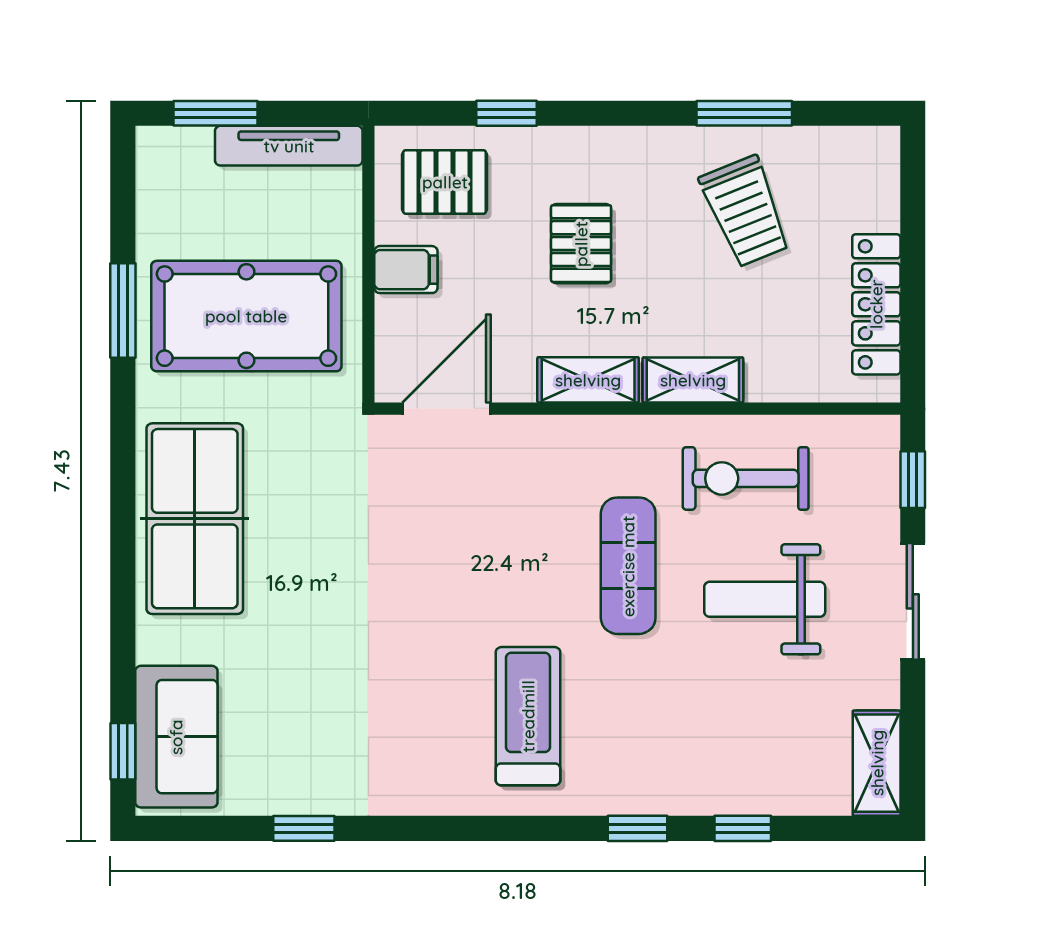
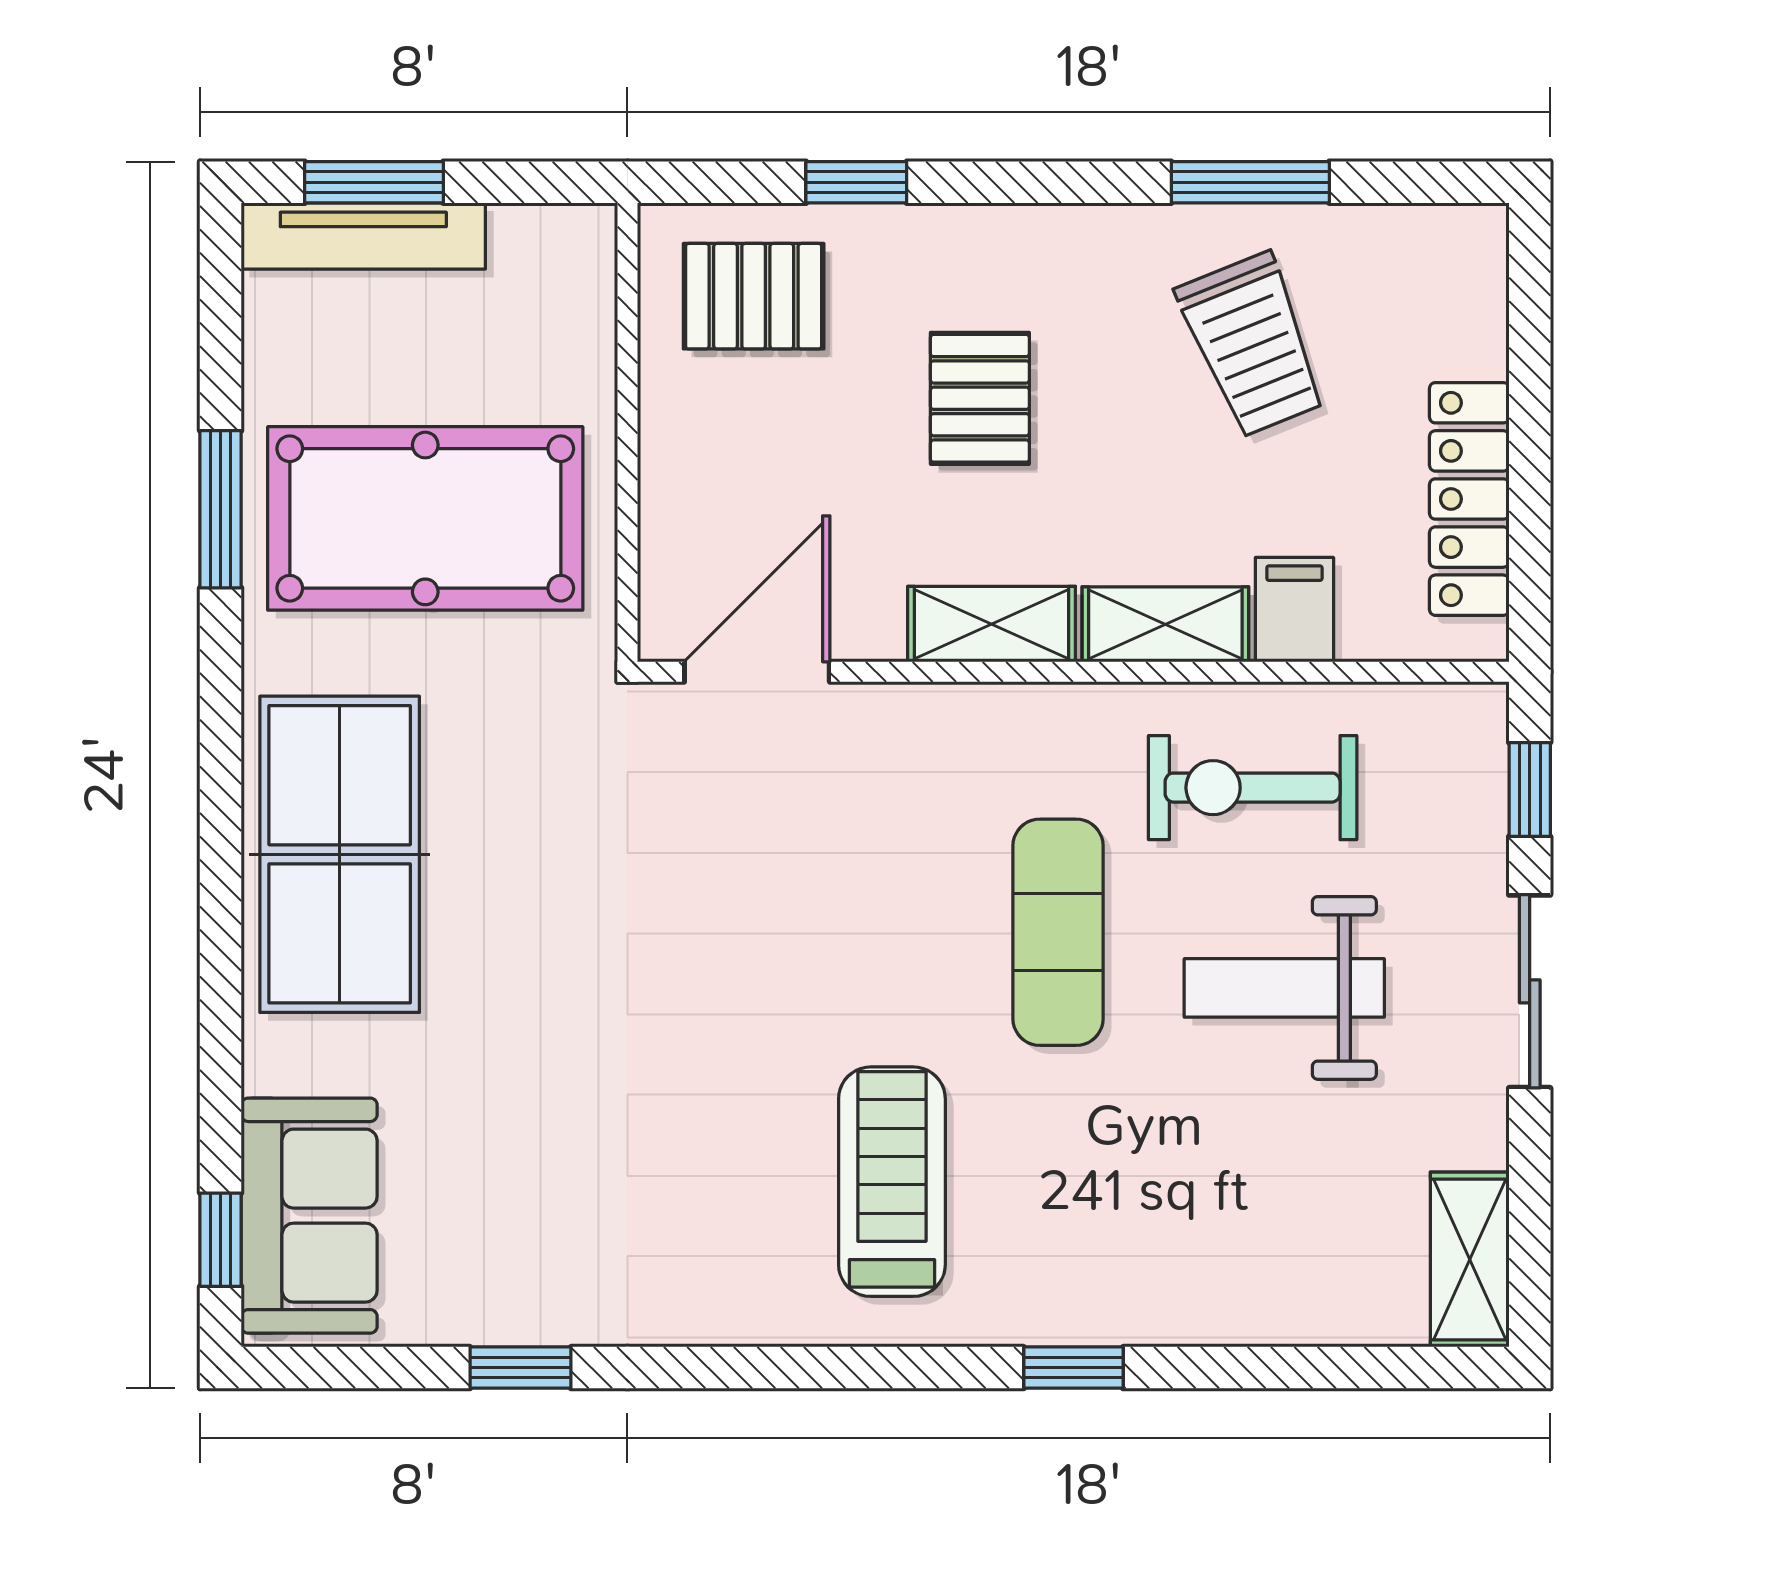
tv unit: (289, 146) -> (363, 236), moved
filing cabinet: (406, 270) -> (1294, 610), moved, turned -90
window: (743, 828) -> (1248, 1368), removed

